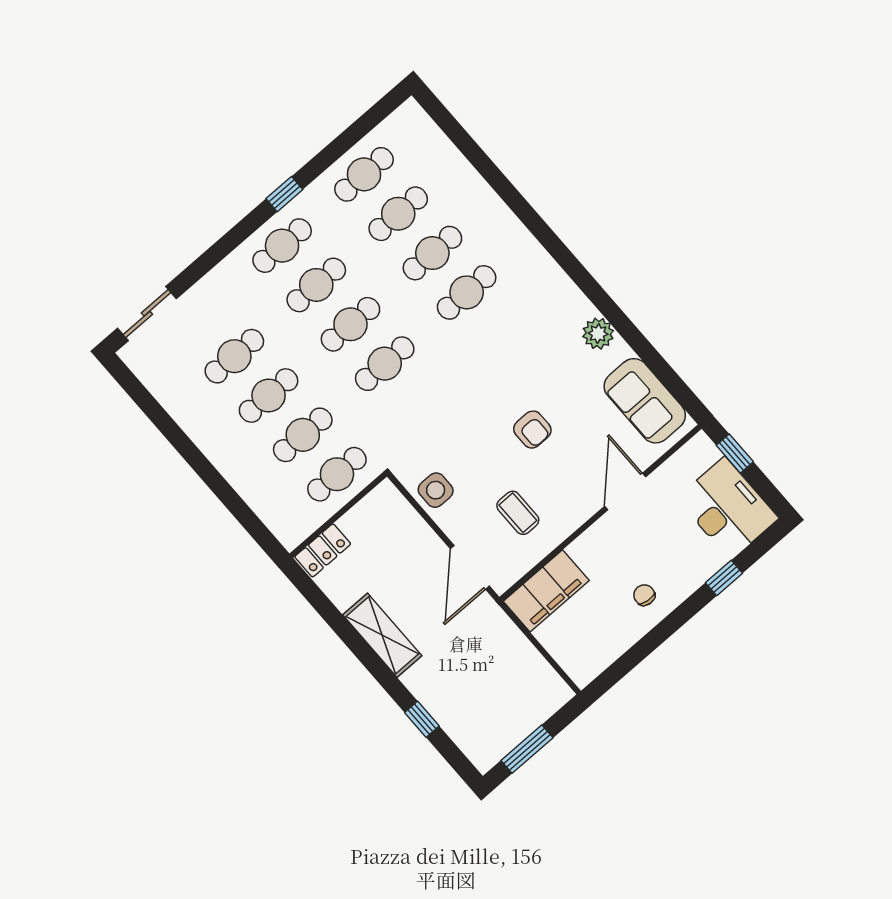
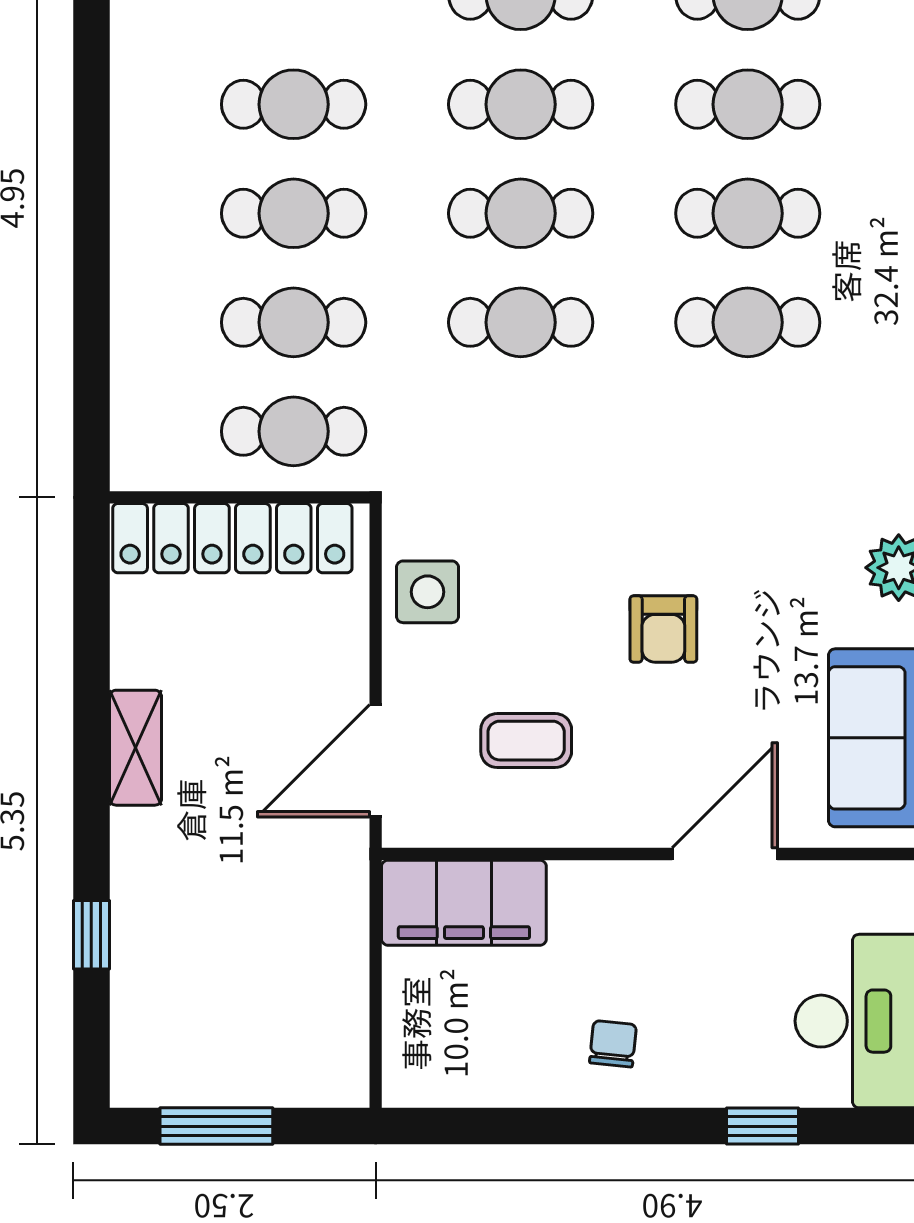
coffee table: (518, 513) -> (526, 741), turned 90
locker: (323, 550) -> (232, 538), width x2.16, depth x1.21
shelving: (382, 635) -> (136, 748), width x0.67, depth x0.75

